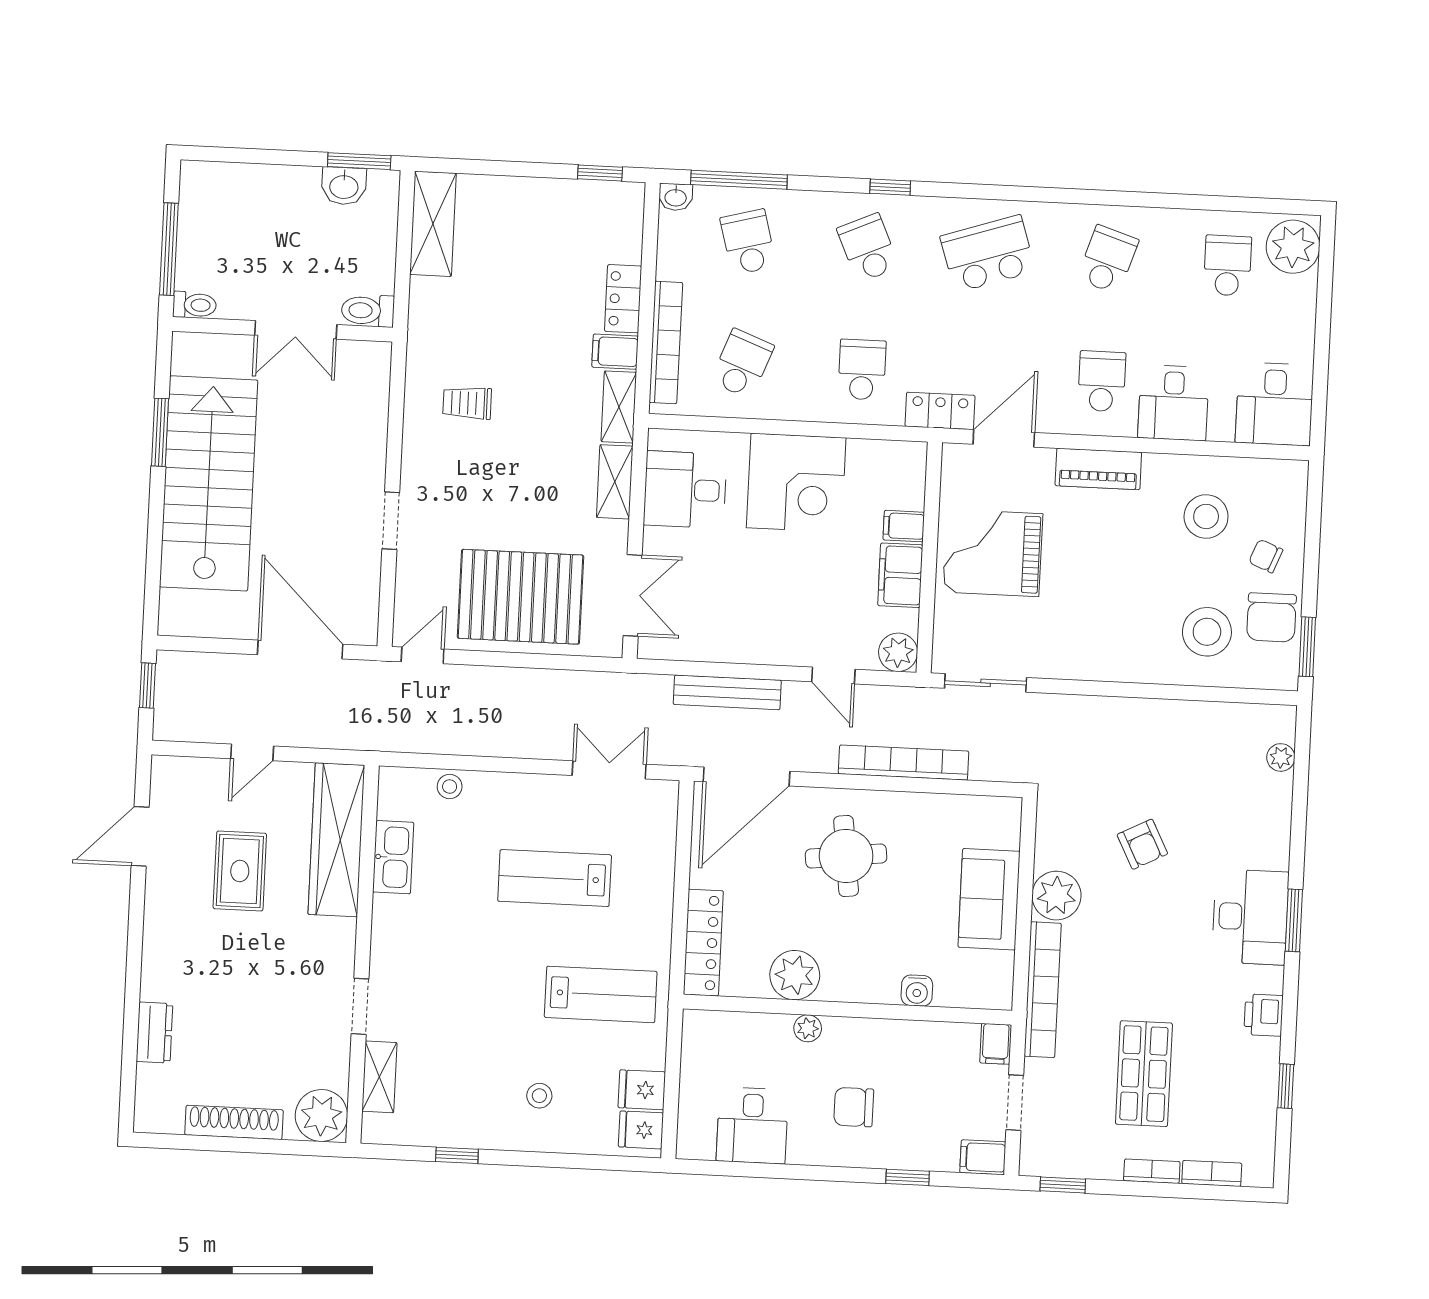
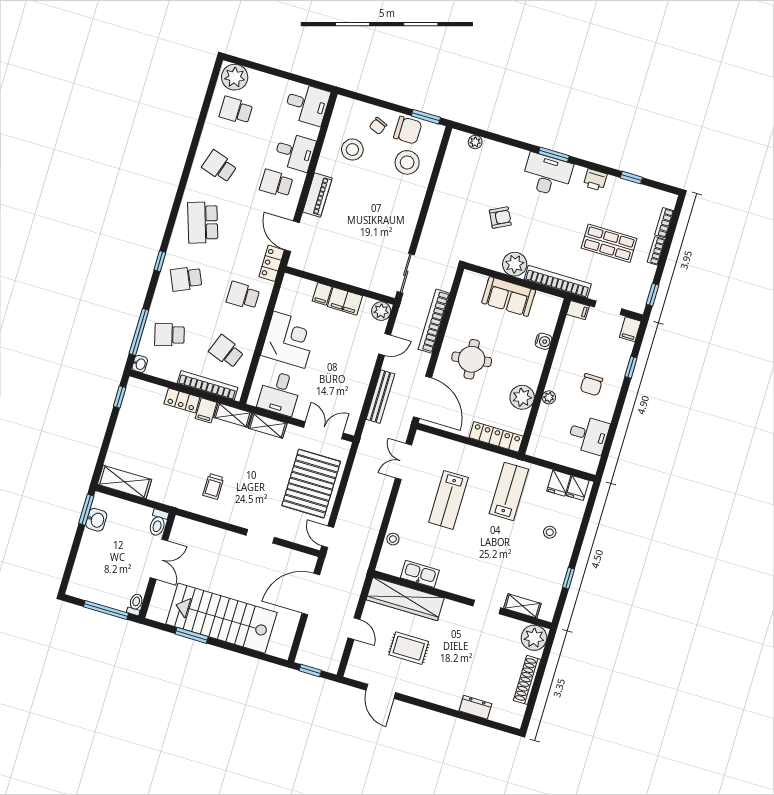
grand piano: (993, 553) -> (345, 255), removed

